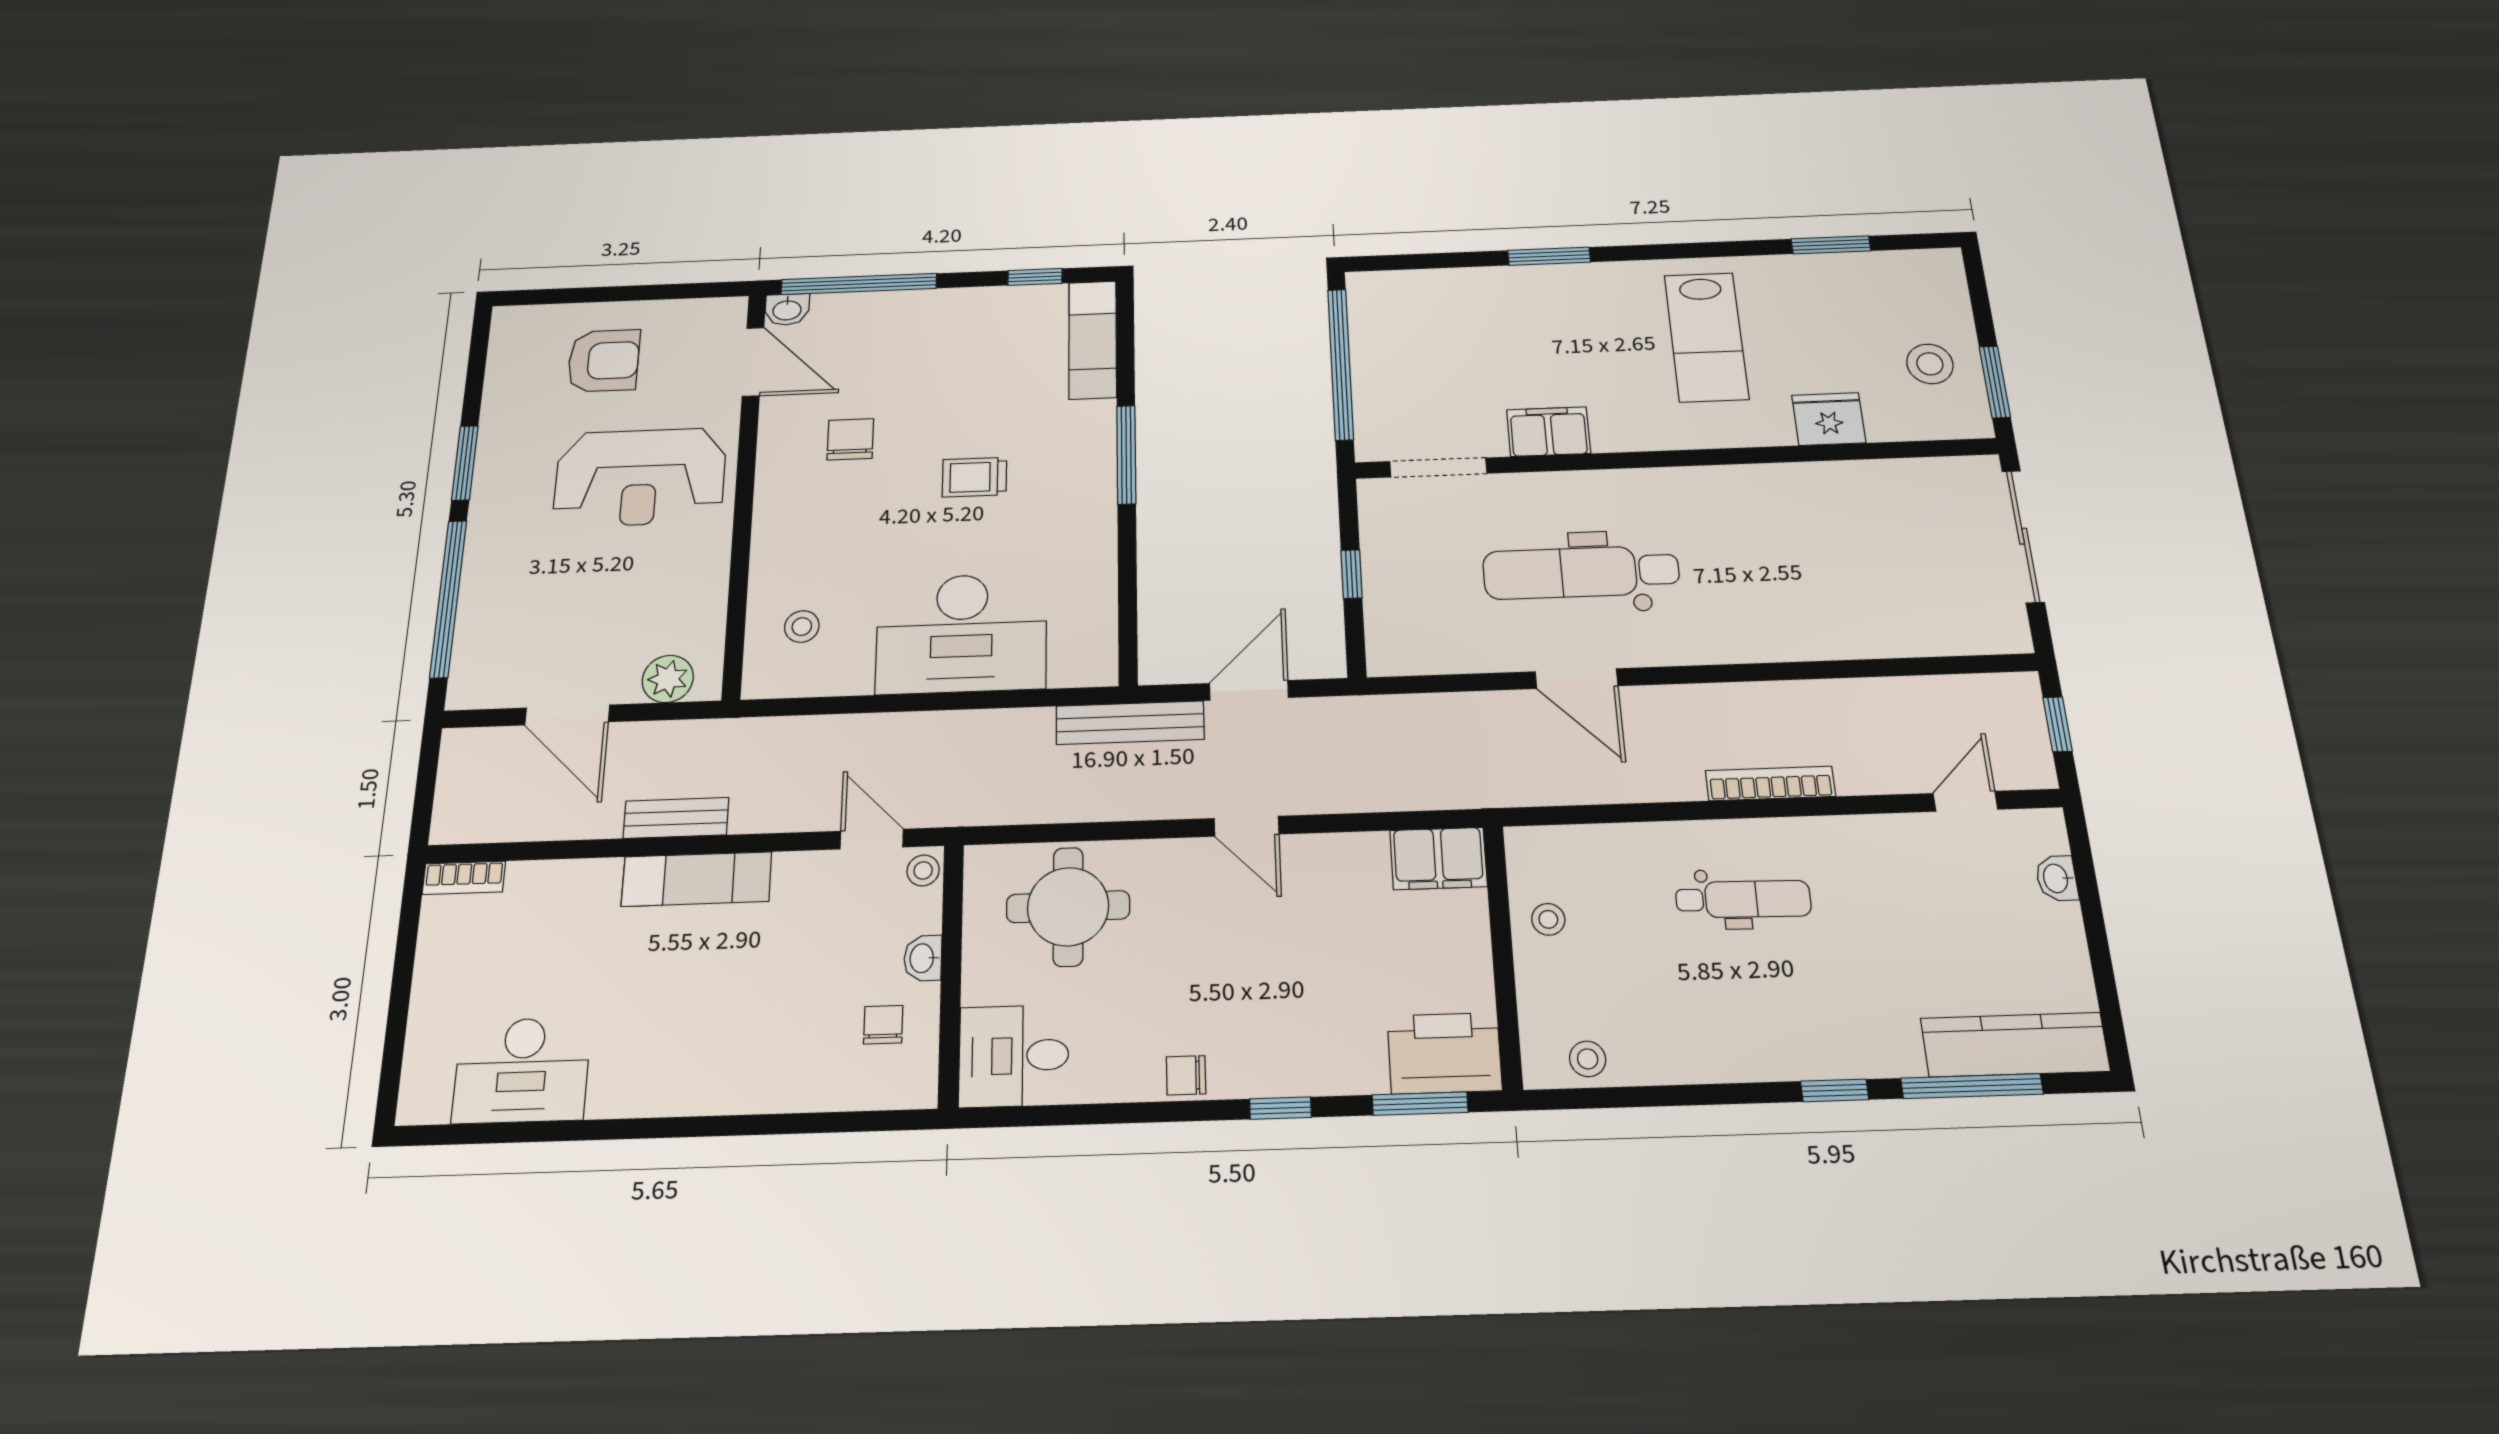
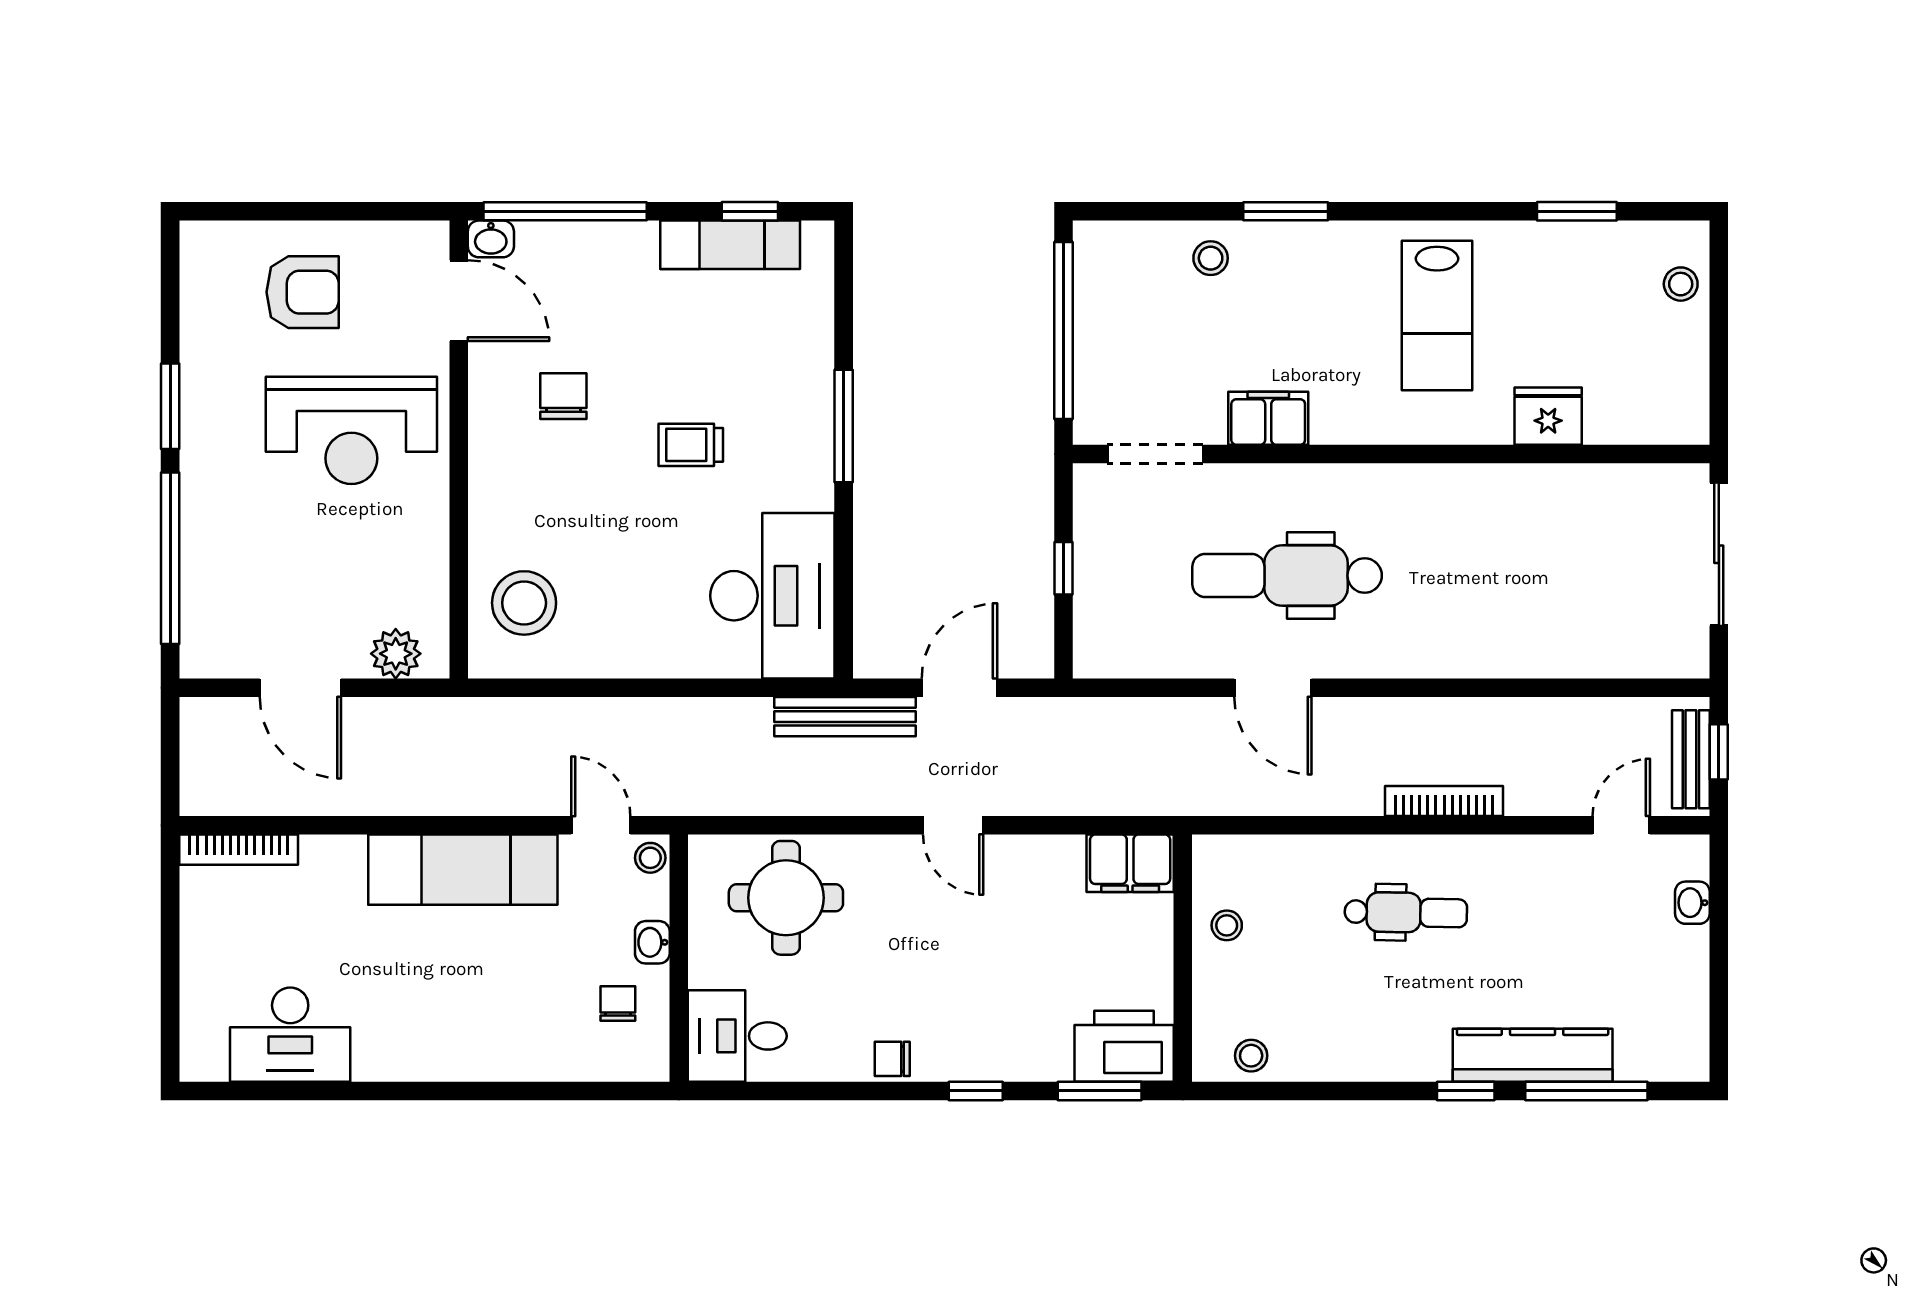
stool: (1480, 298) -> (1211, 258), added
exam couch: (1093, 340) -> (730, 245), moved, turned -90
stool: (1930, 364) -> (1681, 284), moved, width x0.73, depth x0.73
window: (1995, 382) -> (1719, 381), removed
stool: (802, 627) -> (524, 603), width x1.89, depth x1.89
desk: (962, 633) -> (772, 596), moved, turned -90
bench: (676, 818) -> (1691, 759), moved, turned 90
bookcase: (464, 878) -> (239, 850), width x1.56
exam couch: (697, 879) -> (463, 870), width x1.36, depth x1.45
kitchen counter: (2015, 1045) -> (1533, 1055), moved

